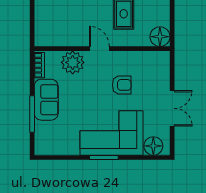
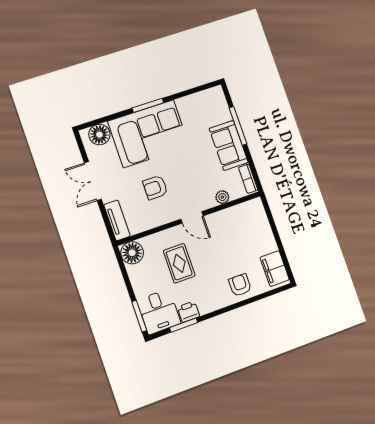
plant: (73, 62) -> (222, 197), width x0.53, depth x0.53
tv unit: (163, 68) -> (117, 220), added

